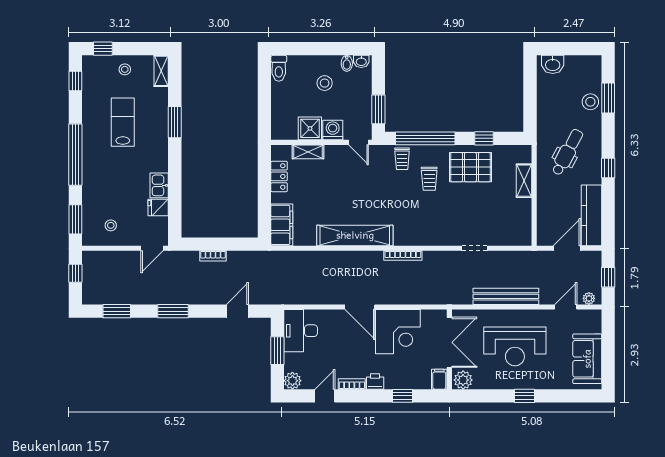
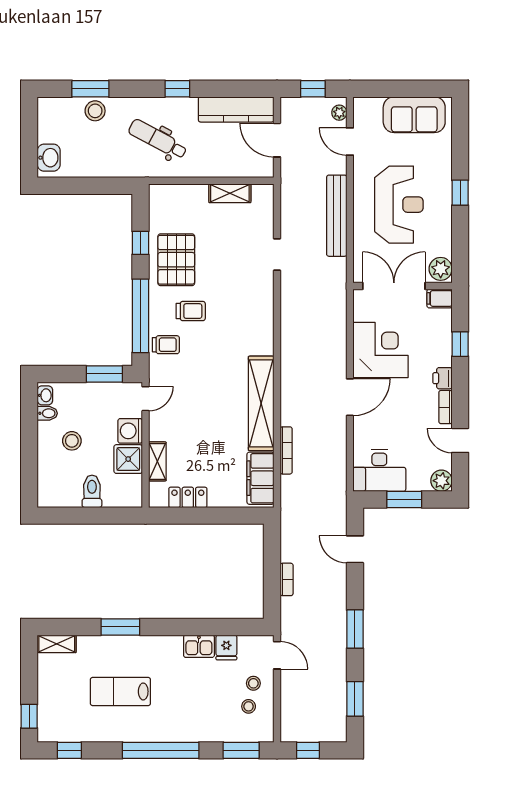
toilet: (279, 68) -> (92, 491), moved, turned -90
stool: (125, 69) -> (253, 683), moved
shelving: (524, 181) -> (230, 193), moved
filing cabinet: (282, 225) -> (260, 478), moved, turned -90
bookcase: (403, 256) -> (286, 450), moved

